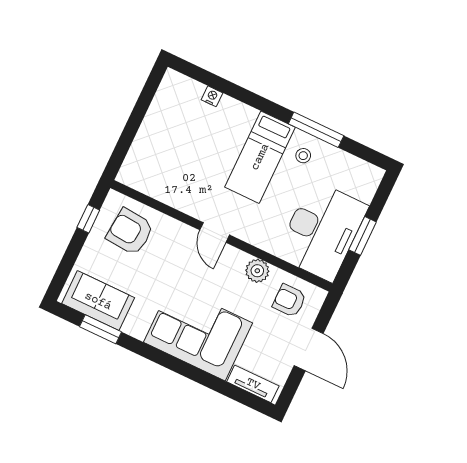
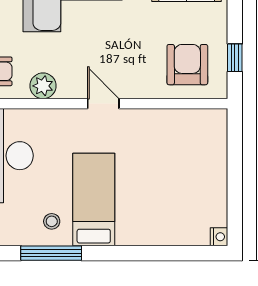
nightstand: (212, 96) -> (219, 237), moved, turned -90
armchair: (130, 232) -> (187, 65), turned -95

